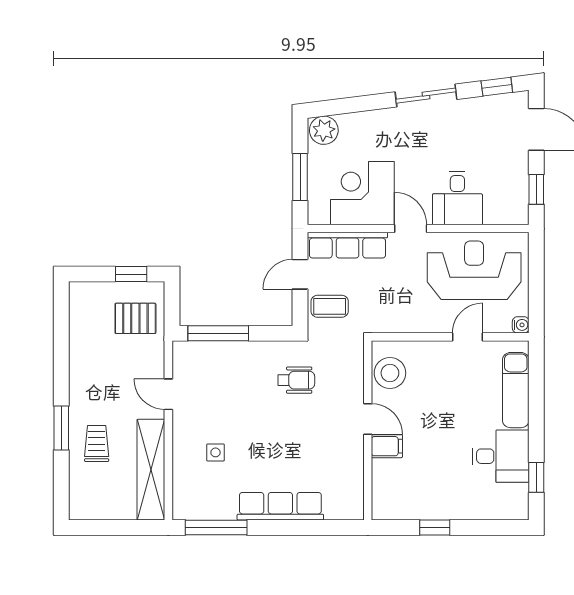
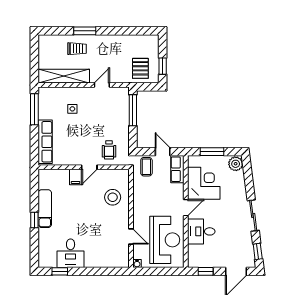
row of seats: (347, 245) -> (177, 169), width x0.68
exam couch: (516, 390) -> (45, 209), moved, turned 90
door: (368, 419) -> (89, 167), moved
wall: (368, 430) -> (84, 167), moved
filing cabinet: (387, 446) -> (76, 177), moved

